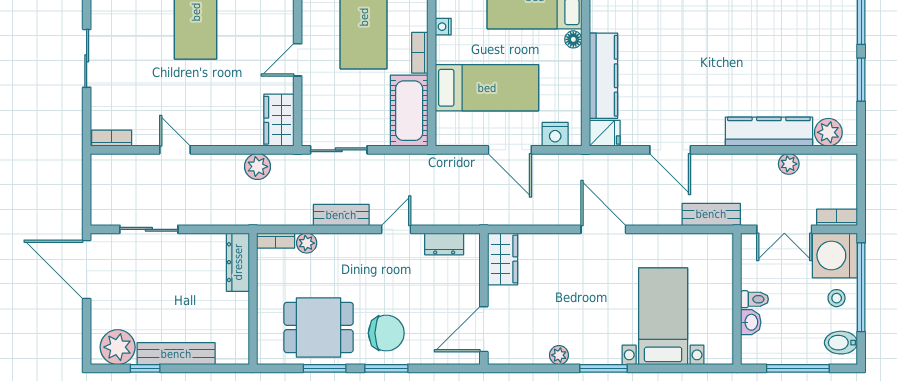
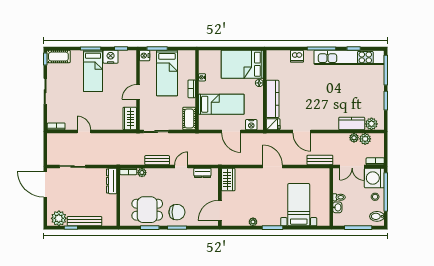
cot: (409, 111) -> (189, 119), width x0.73, depth x0.75
kitchen counter: (769, 132) -> (352, 123), width x0.67
plant: (258, 167) -> (365, 139), moved

